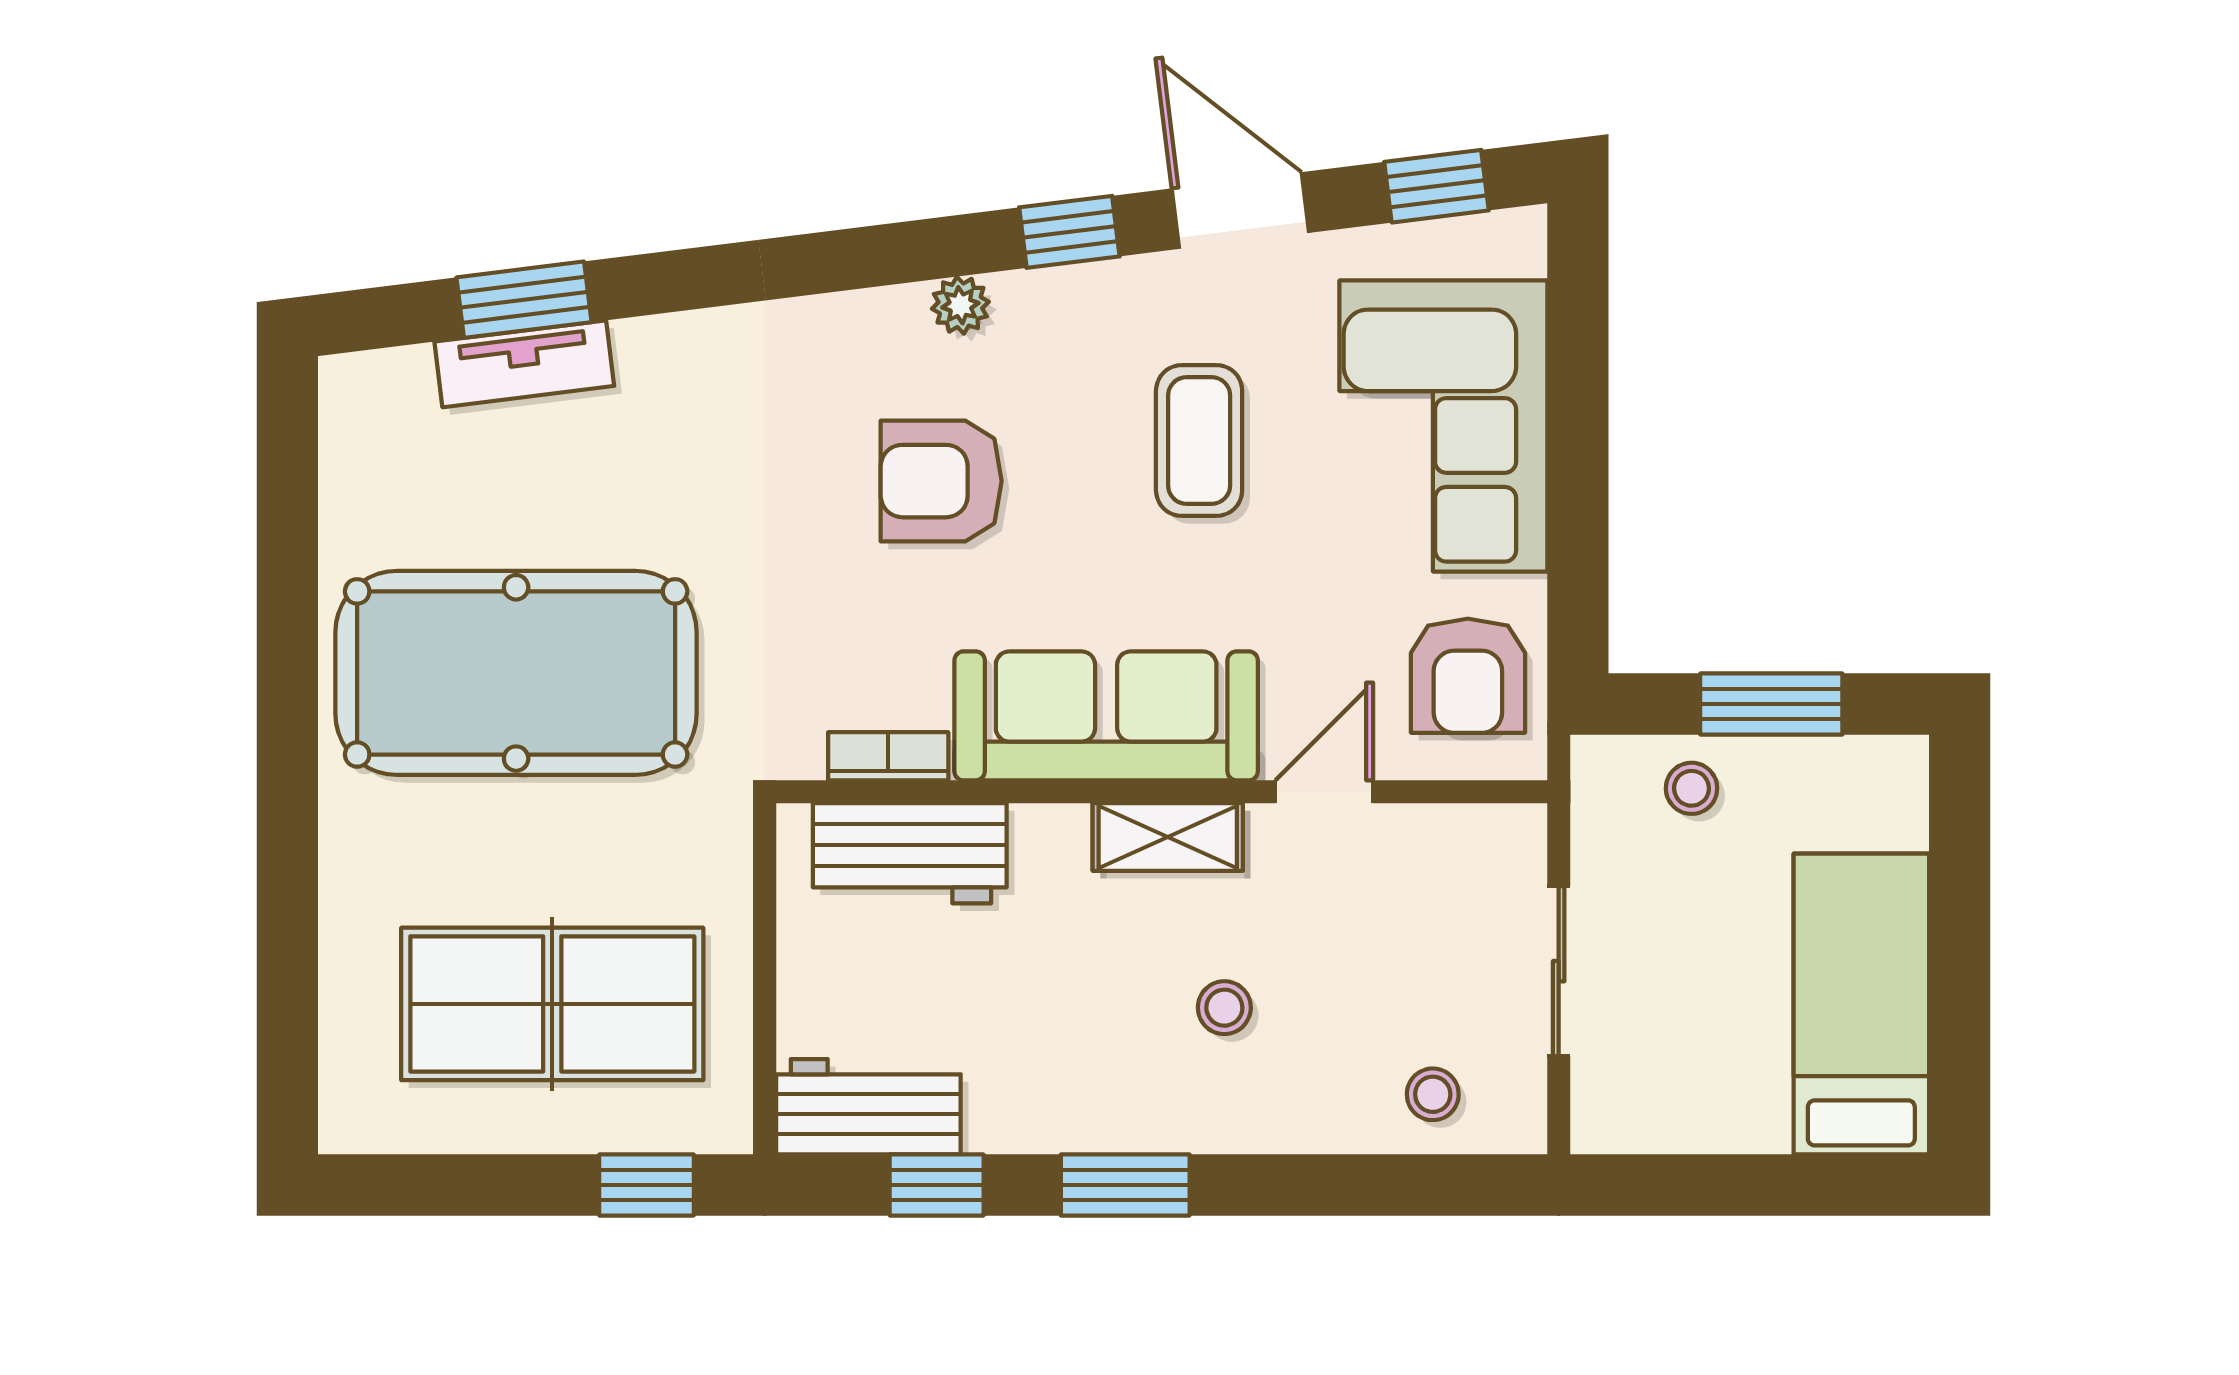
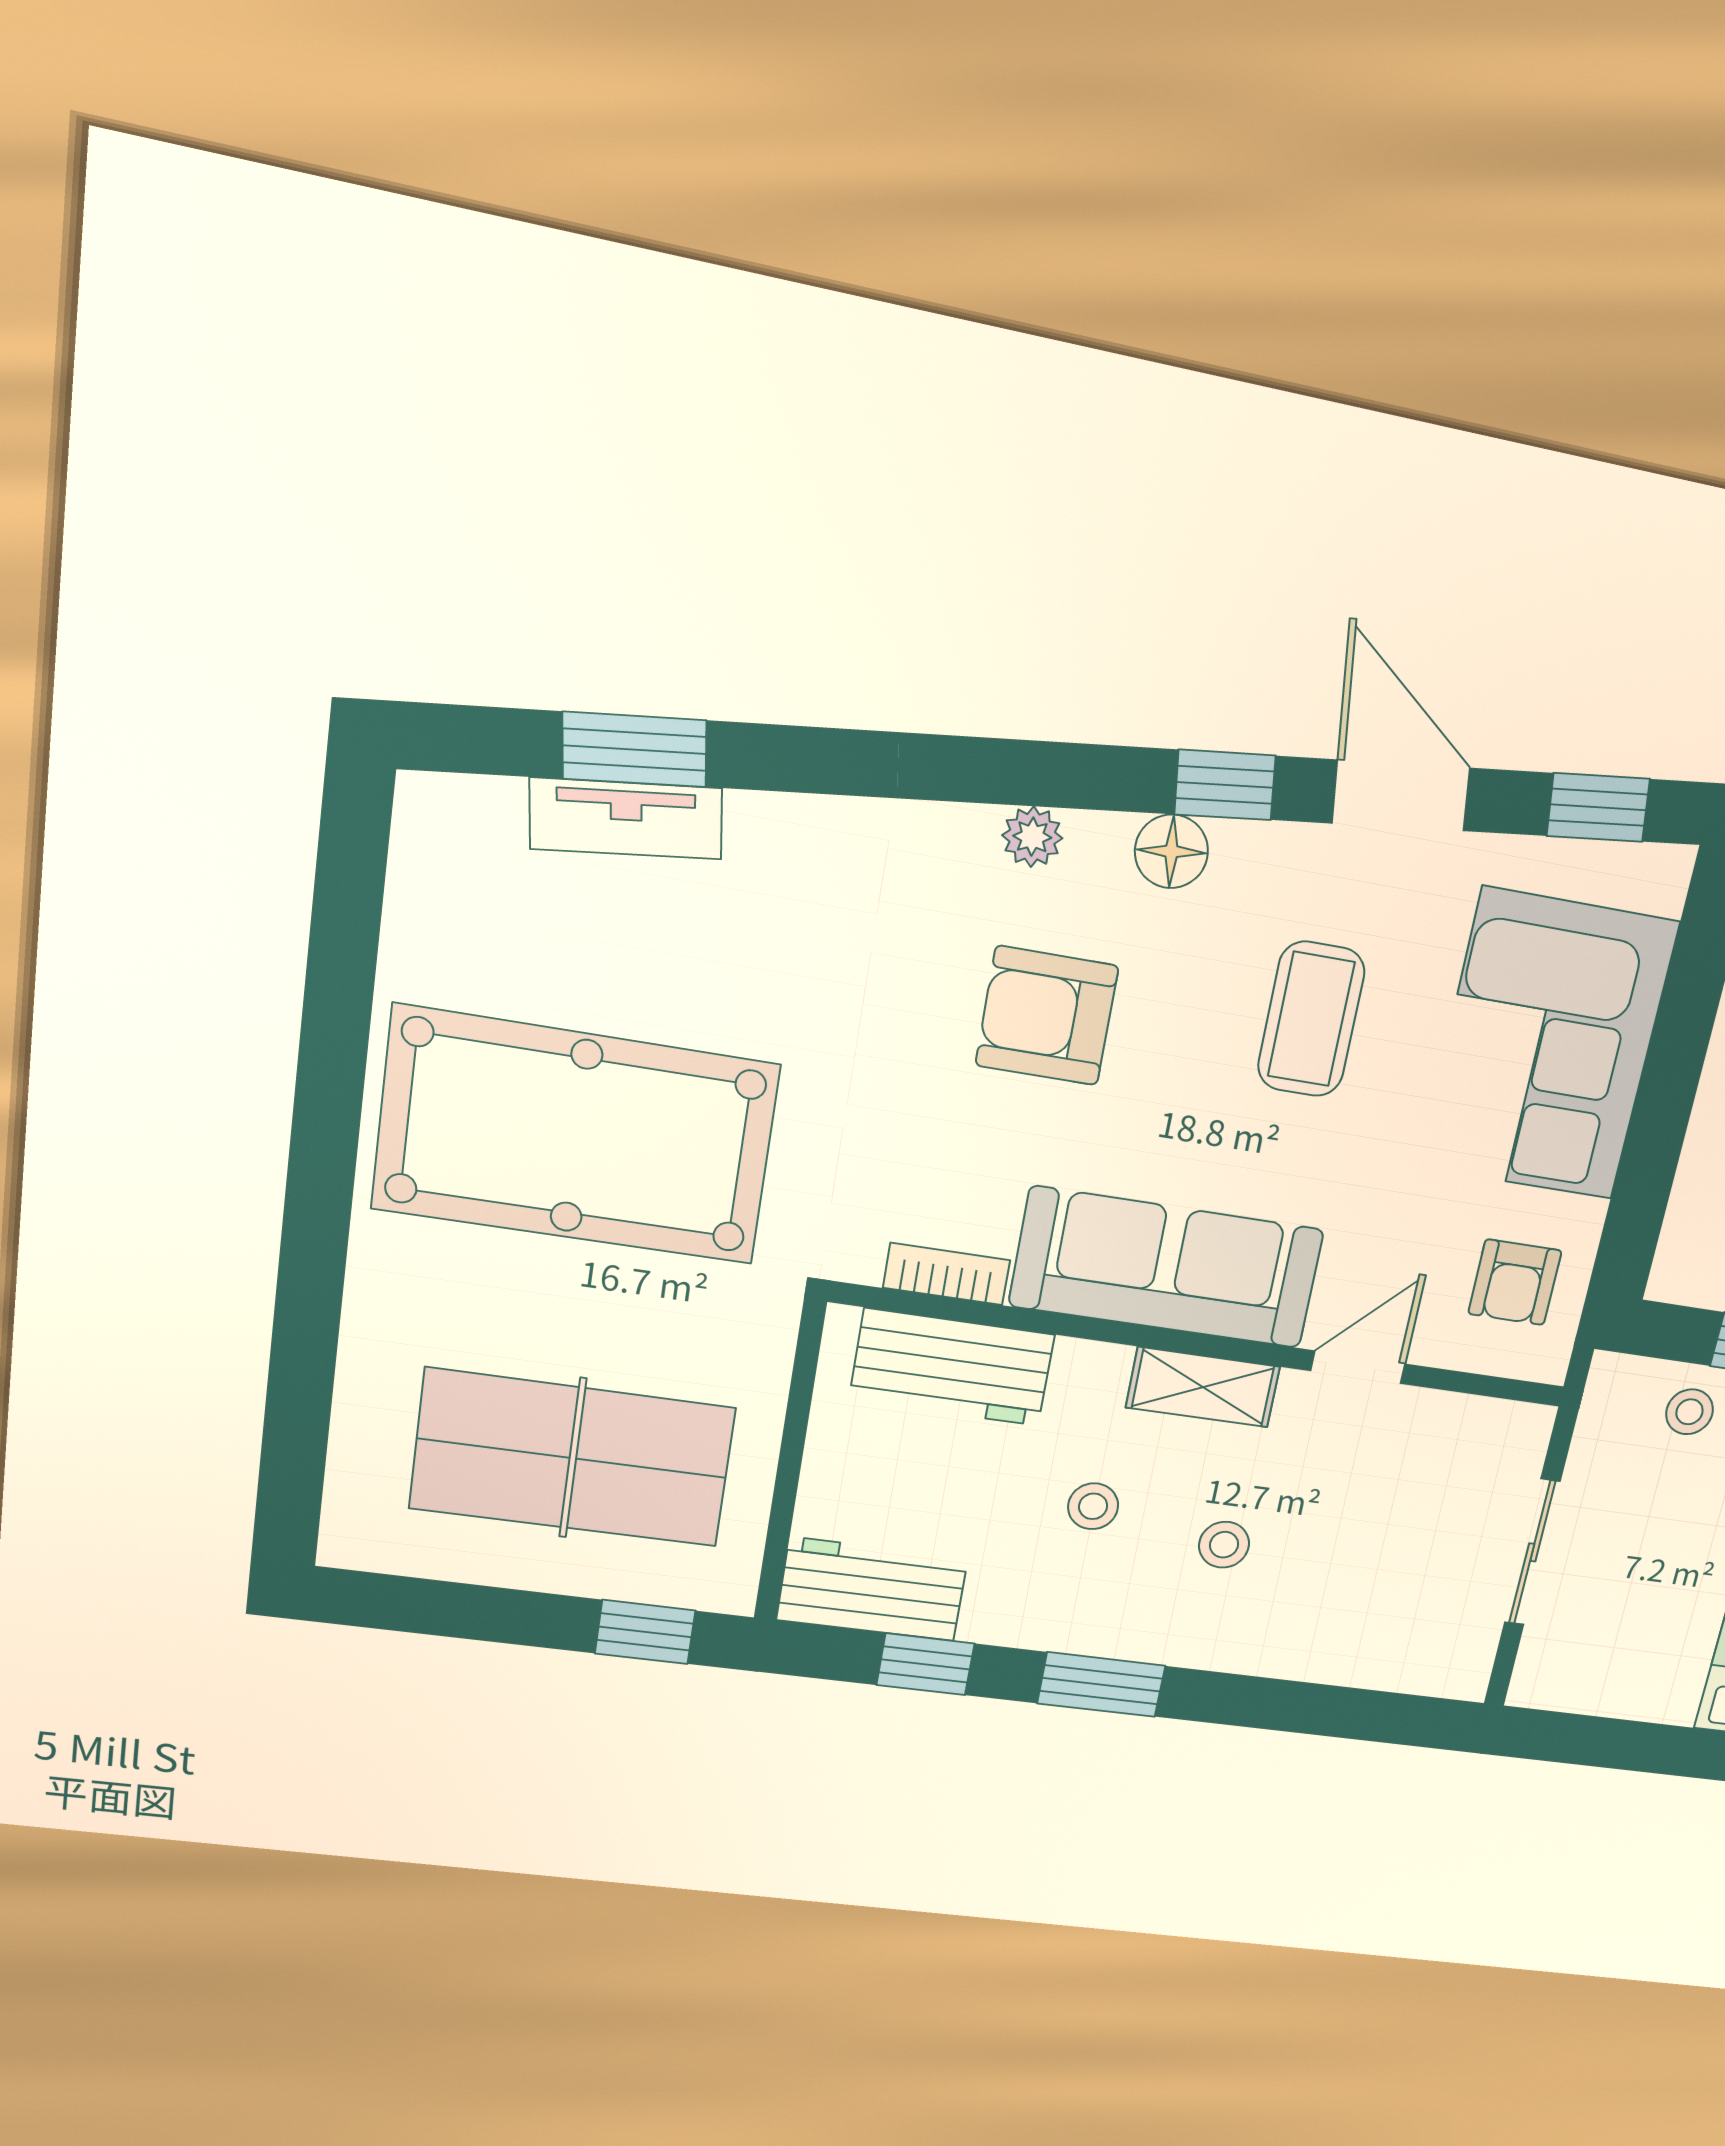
floor lamp: (1031, 303) -> (1171, 851), added
plant: (960, 305) -> (1032, 837), moved
armchair: (1468, 676) -> (1515, 1282), width x0.72, depth x0.72
stool: (1433, 1094) -> (1093, 1506), moved

